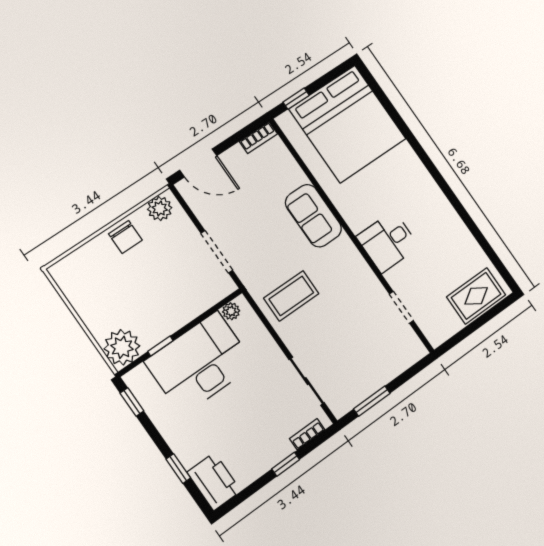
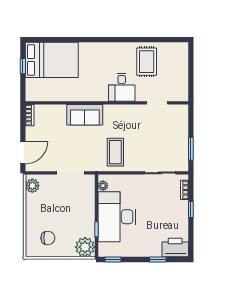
window: (296, 99) -> (23, 66), moved
bed: (348, 124) -> (52, 60), width x0.73
chair: (125, 237) -> (48, 238), moved
rug: (476, 296) -> (147, 62), moved

